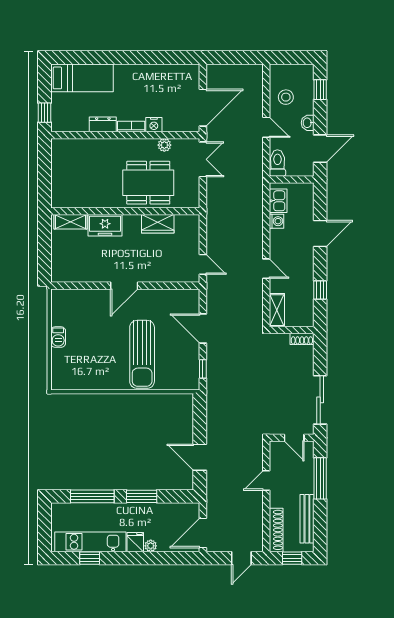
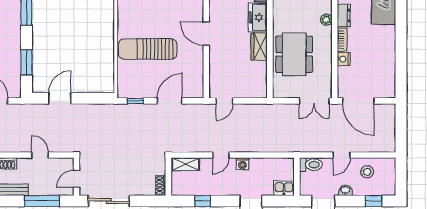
plant: (164, 145) -> (326, 20), moved
kitchen sink: (278, 201) -> (284, 188), moved, turned 180
washing machine: (277, 221) -> (242, 164), moved
wardrobe: (158, 224) -> (259, 47), moved
window: (142, 496) -> (26, 63), moved

